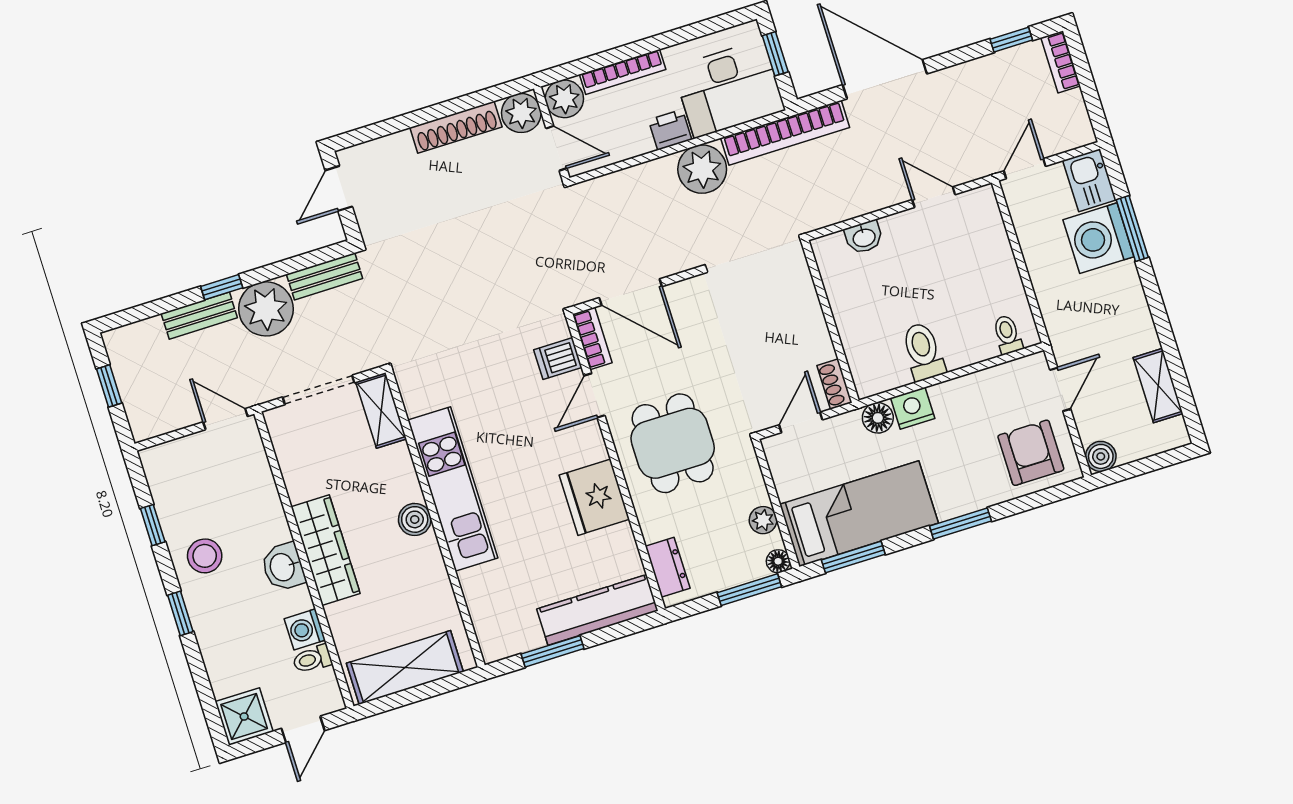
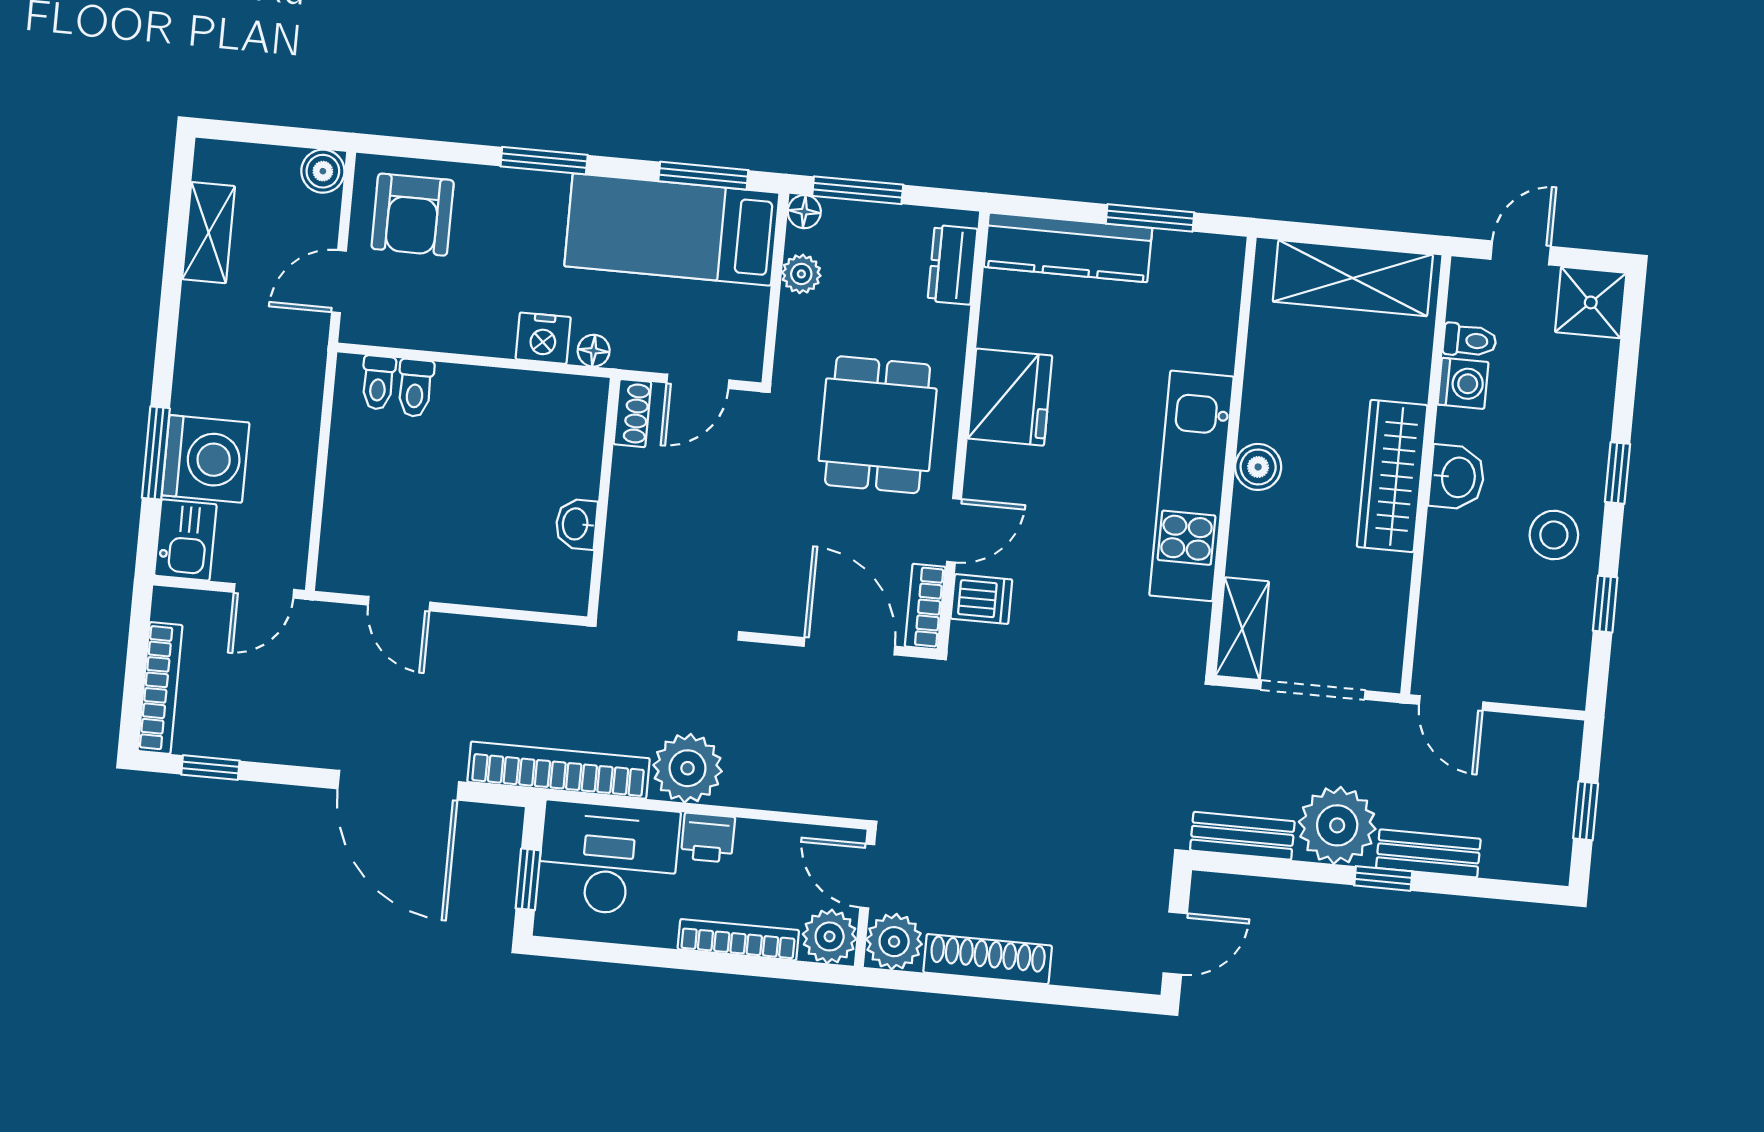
bookcase: (1061, 62) -> (160, 688), width x1.56
washbasin: (864, 237) -> (576, 524), moved, turned -90
toilet: (923, 352) -> (415, 388), moved, width x0.73, depth x0.72
floor lamp: (878, 418) -> (594, 351), width x0.73, depth x0.73

